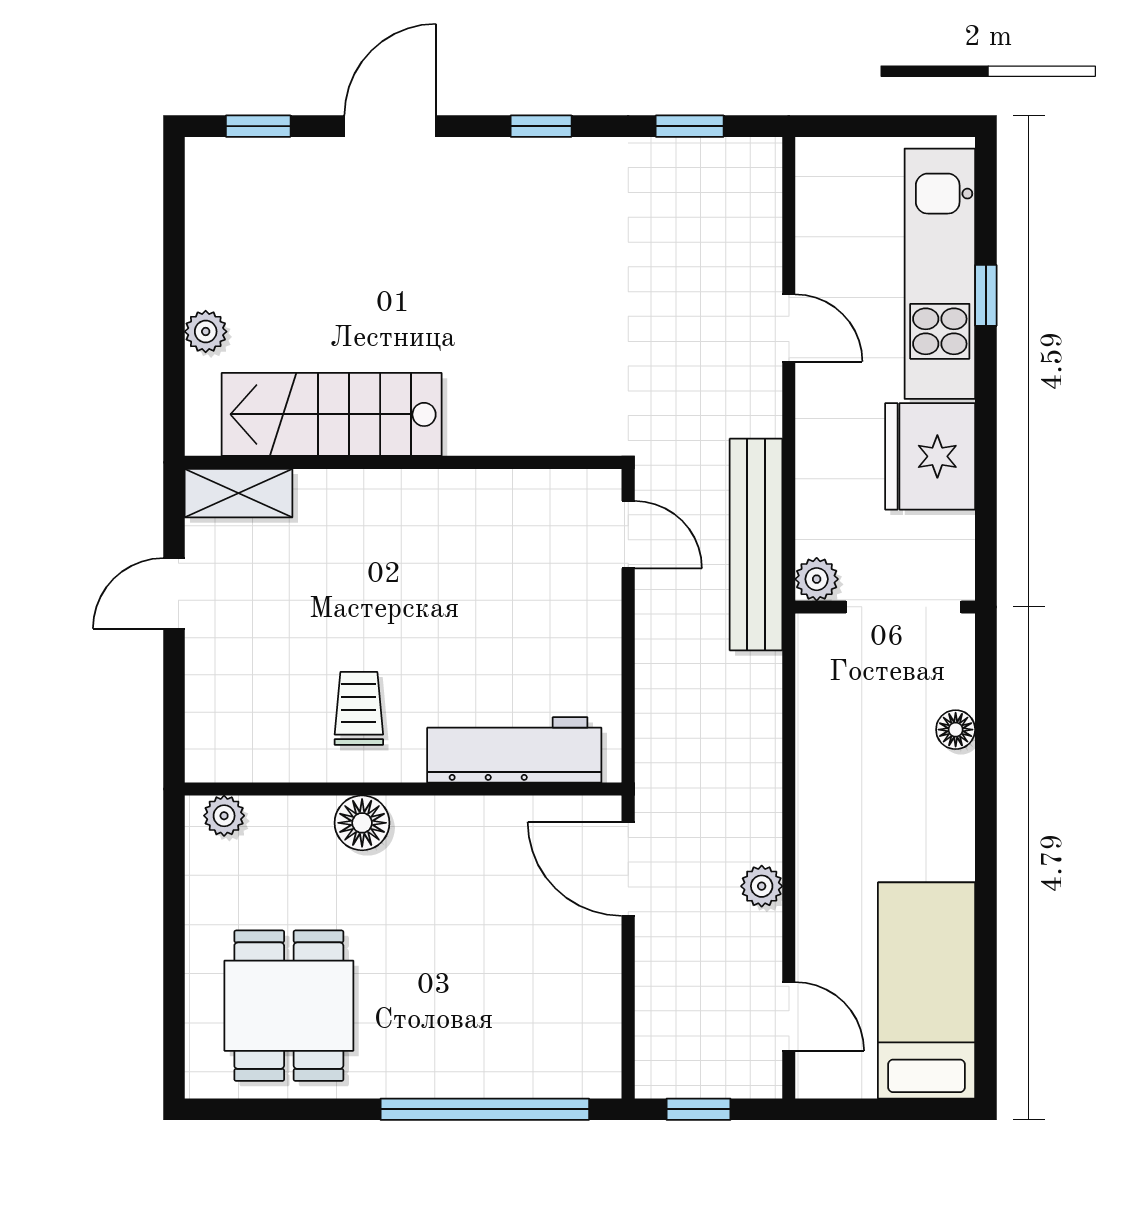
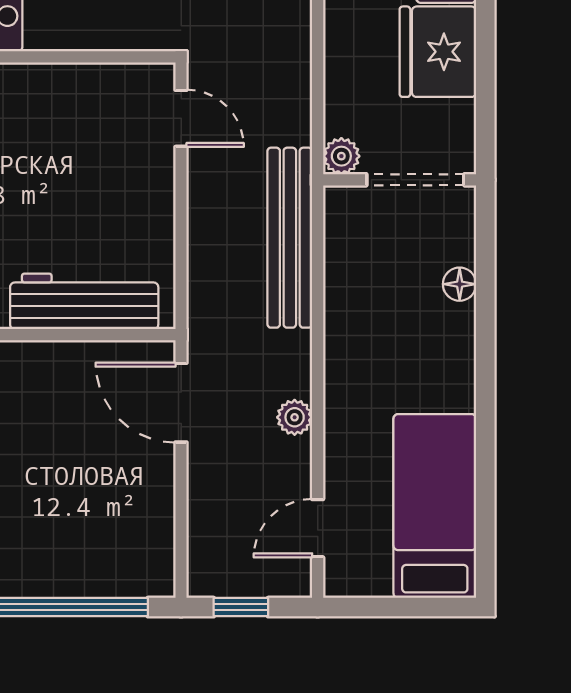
bench: (756, 545) -> (290, 238), moved
door: (789, 1016) -> (318, 528), swing flipped

